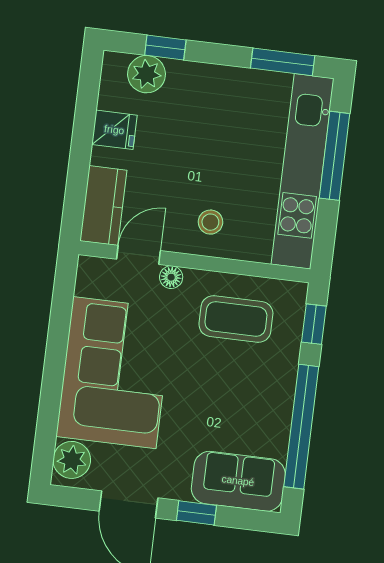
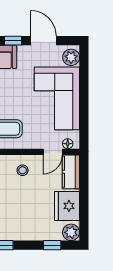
plant: (147, 74) -> (71, 232), moved
fridge: (114, 130) -> (67, 206), width x1.88, depth x1.34
floor lamp: (171, 277) -> (68, 144), moved

